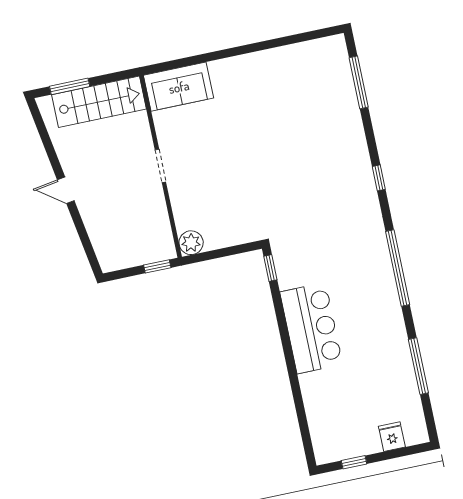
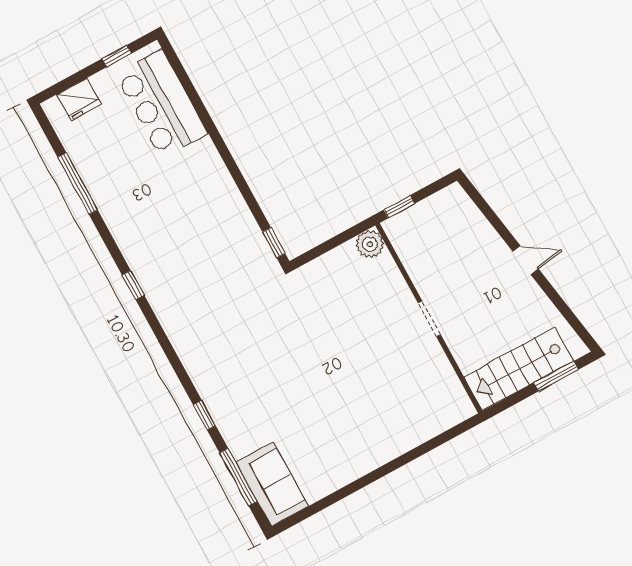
sofa: (179, 87) -> (272, 484), moved, turned 90
window: (379, 178) -> (204, 415), moved
window: (398, 268) -> (133, 285), width x0.32
bar counter: (311, 328) -> (162, 104), moved
fridge: (392, 437) -> (79, 99), width x1.38

